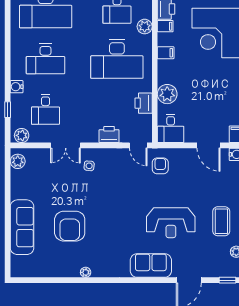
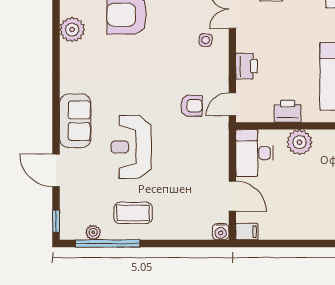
desk: (171, 128) -> (254, 153), width x1.37
door: (208, 145) -> (232, 196), swing flipped
armchair: (160, 166) -> (192, 106), moved
plant: (86, 272) -> (72, 30), width x1.88, depth x1.88

